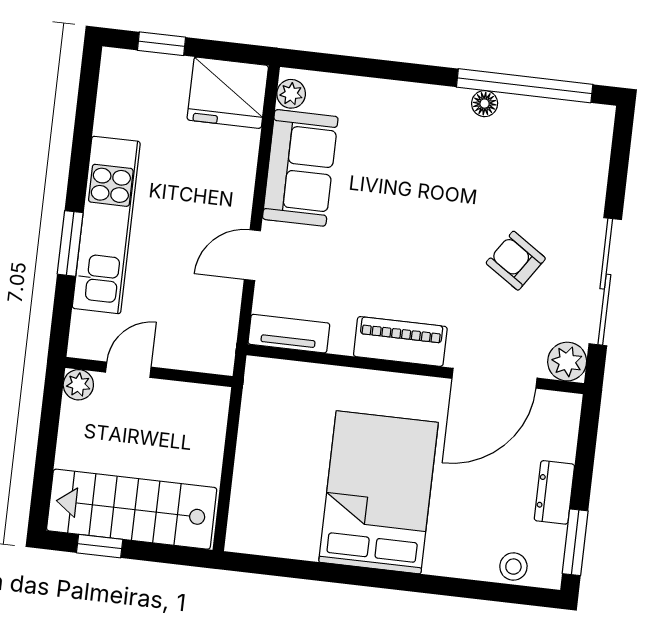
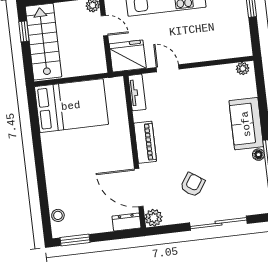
fridge: (228, 93) -> (128, 56), moved, turned 90
sofa: (300, 168) -> (246, 124), moved, turned 90
sliding door: (605, 282) -> (218, 223), moved
bed: (378, 492) -> (71, 106), moved
dresser: (554, 492) -> (126, 222), moved

